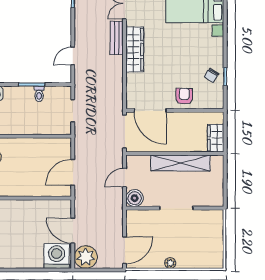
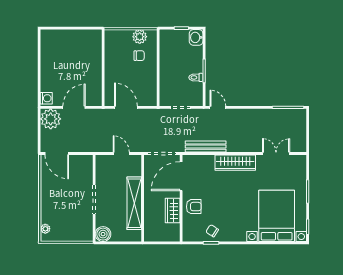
bench: (117, 38) -> (206, 147), moved, width x1.36
door: (73, 56) -> (218, 107), moved
wardrobe: (216, 138) -> (173, 211), moved, turned -90
chair: (14, 158) -> (139, 56), added
boiler: (135, 198) -> (103, 234), moved
washing machine: (57, 256) -> (46, 98), width x0.53, depth x0.53
plant: (170, 263) -> (45, 229), moved

